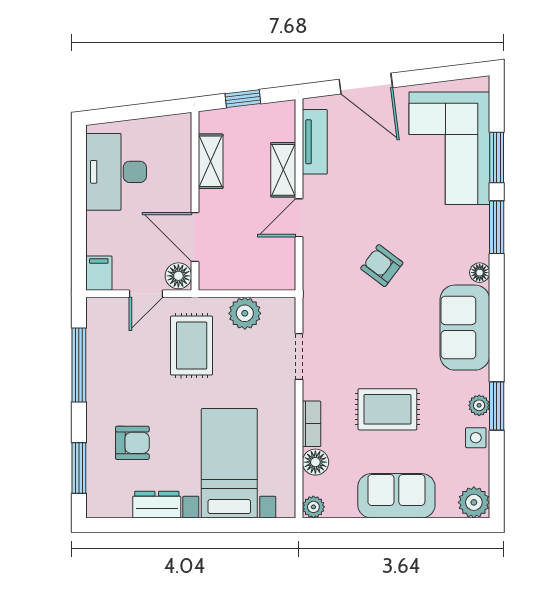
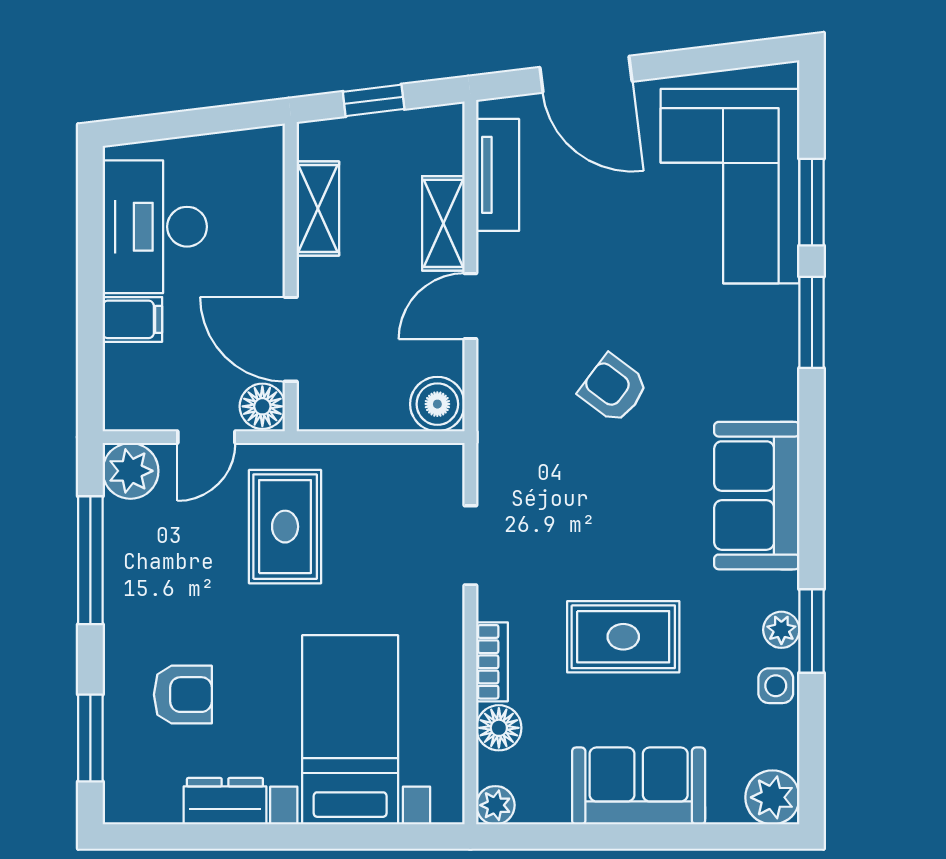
filing cabinet: (99, 273) -> (132, 319), moved, turned 90
floor lamp: (480, 273) -> (782, 401), removed
boiler: (280, 275) -> (437, 404), added
plant: (245, 313) -> (130, 471), moved

